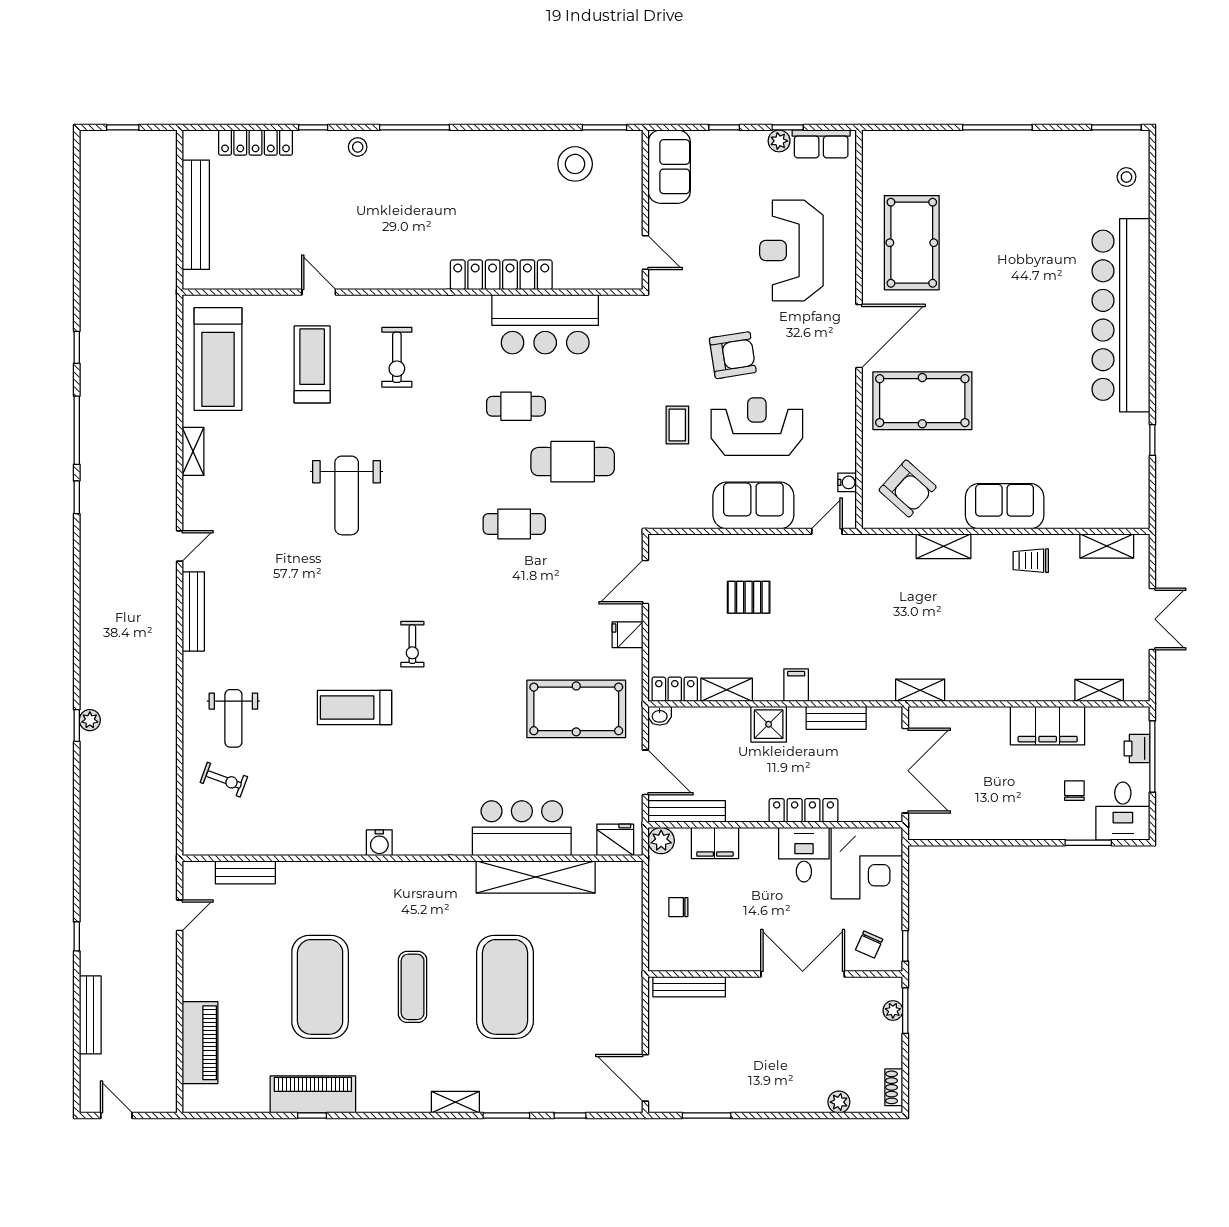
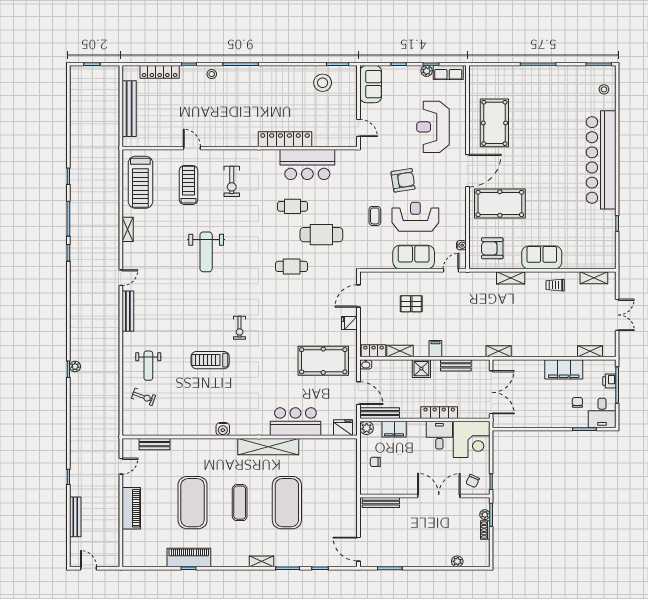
armchair: (908, 488) -> (492, 248), turned 138
shelving: (536, 877) -> (268, 447), moved
piano: (200, 1043) -> (131, 508), moved
shoe rack: (894, 1087) -> (485, 530), moved

